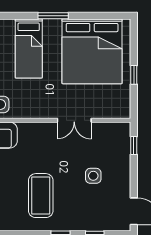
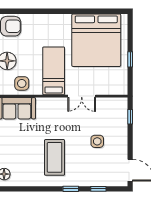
window: (53, 16) -> (65, 11), removed
bed: (29, 48) -> (54, 71), moved, turned 180

